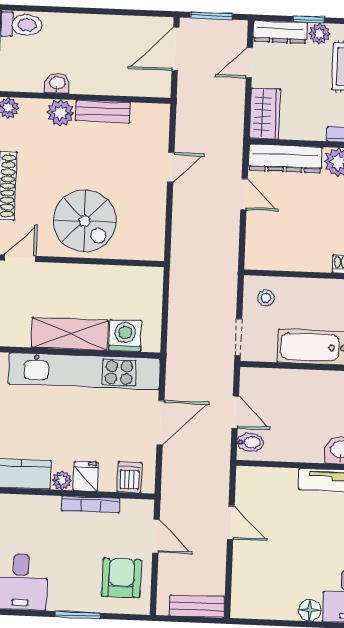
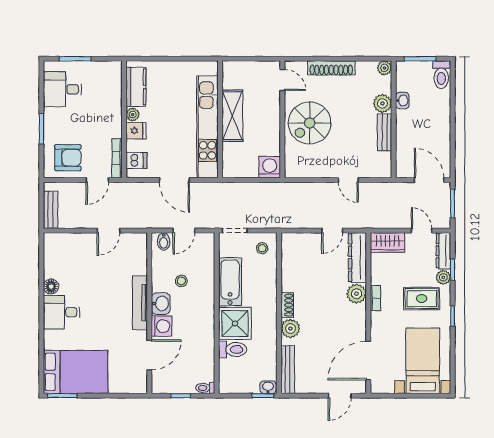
washing machine: (125, 336) -> (270, 167), moved, turned -90
stool: (309, 419) -> (181, 281), added
bookcase: (91, 504) -> (117, 158), moved

